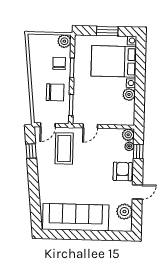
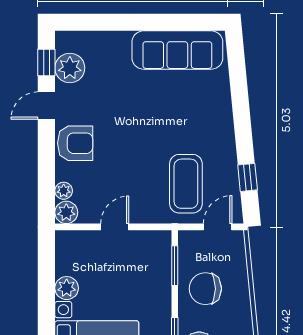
door: (90, 126) -> (115, 227), moved
window: (138, 151) -> (46, 62), moved
armchair: (123, 171) -> (75, 143), turned -90
sofa: (76, 217) -> (177, 50), width x0.74, depth x0.79

